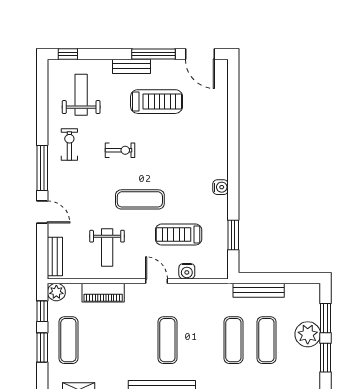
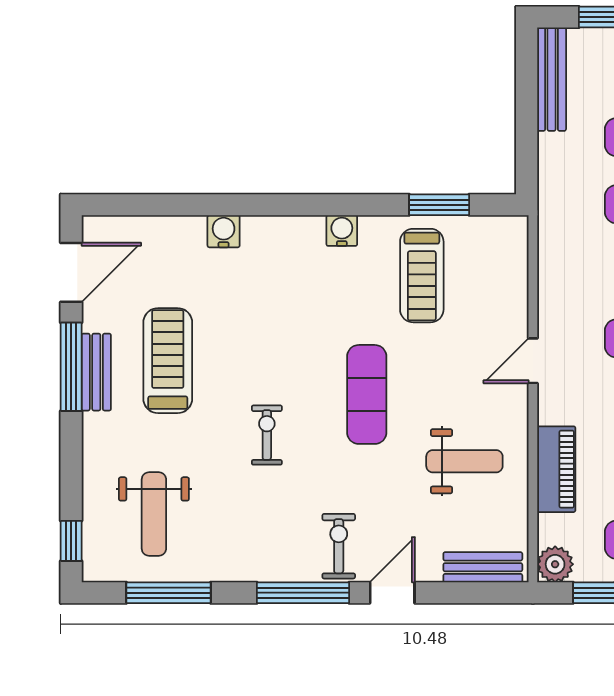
bench: (131, 66) -> (96, 372), moved
weight bench: (81, 95) -> (154, 514), turned -90
window: (42, 102) -> (168, 593), added
exercise bike: (69, 144) -> (339, 546), moved, turned 90
treadmill: (179, 235) -> (422, 276), moved
water cooler: (187, 271) -> (224, 231), moved, turned -90
bench: (259, 290) -> (552, 79), moved

